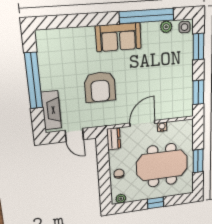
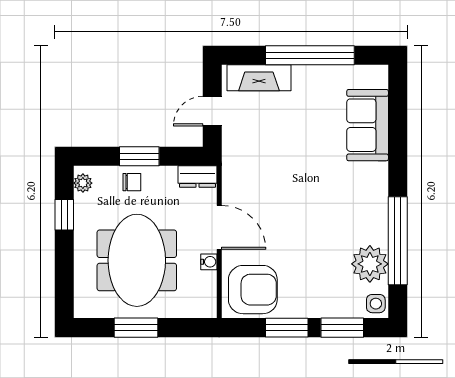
plant: (166, 27) -> (370, 264), width x1.88, depth x1.88
sofa: (118, 37) -> (368, 125), moved
armchair: (100, 87) -> (253, 290), moved, turned 180
window: (198, 92) -> (287, 328), moved
window: (104, 172) -> (139, 156), added
window: (155, 203) -> (64, 215), moved

